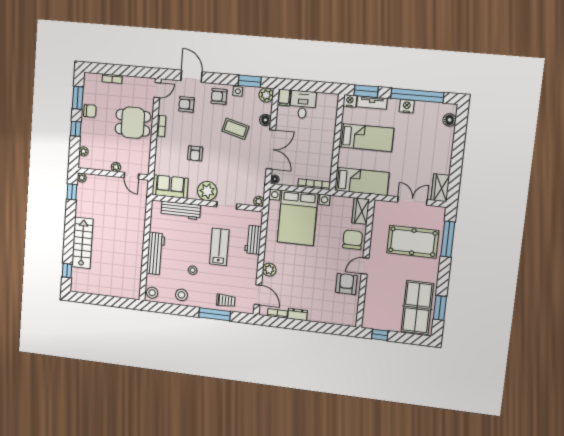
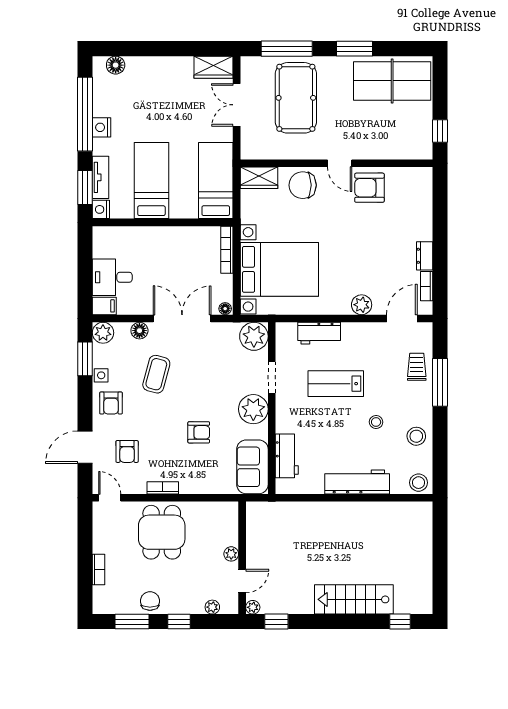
door: (131, 176) -> (242, 581), moved
plant: (259, 201) -> (254, 336), width x1.88, depth x1.88
workbench: (181, 210) -> (287, 456), width x0.73
window: (440, 308) -> (354, 49), moved

